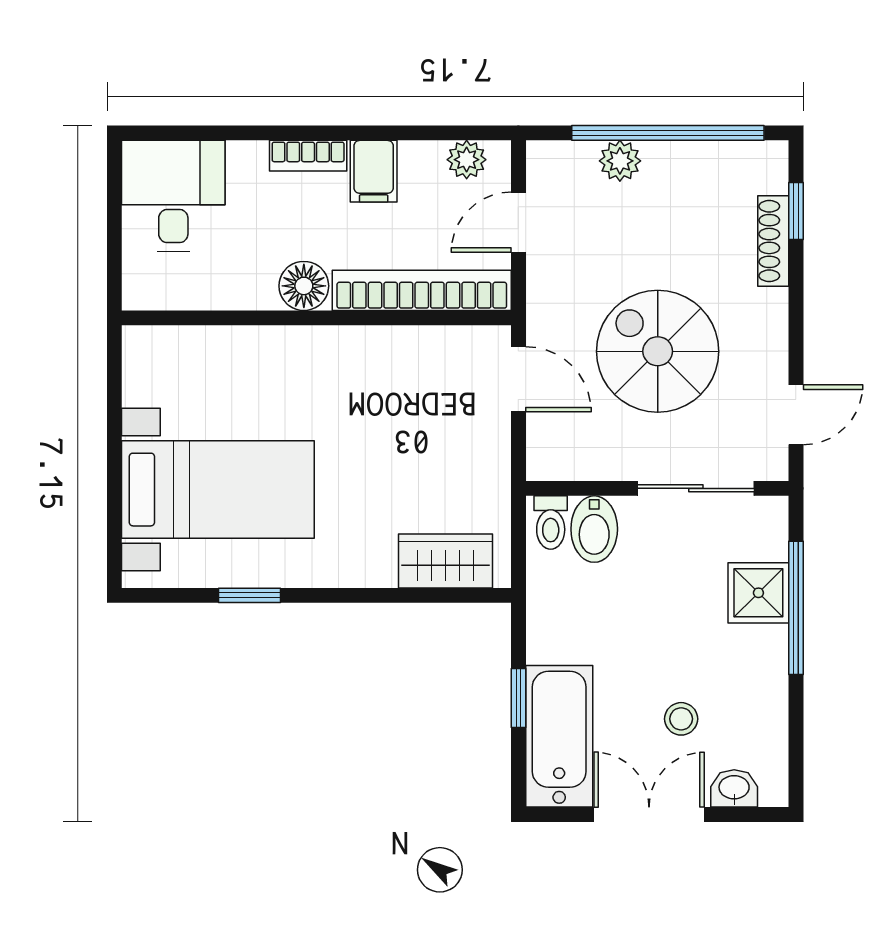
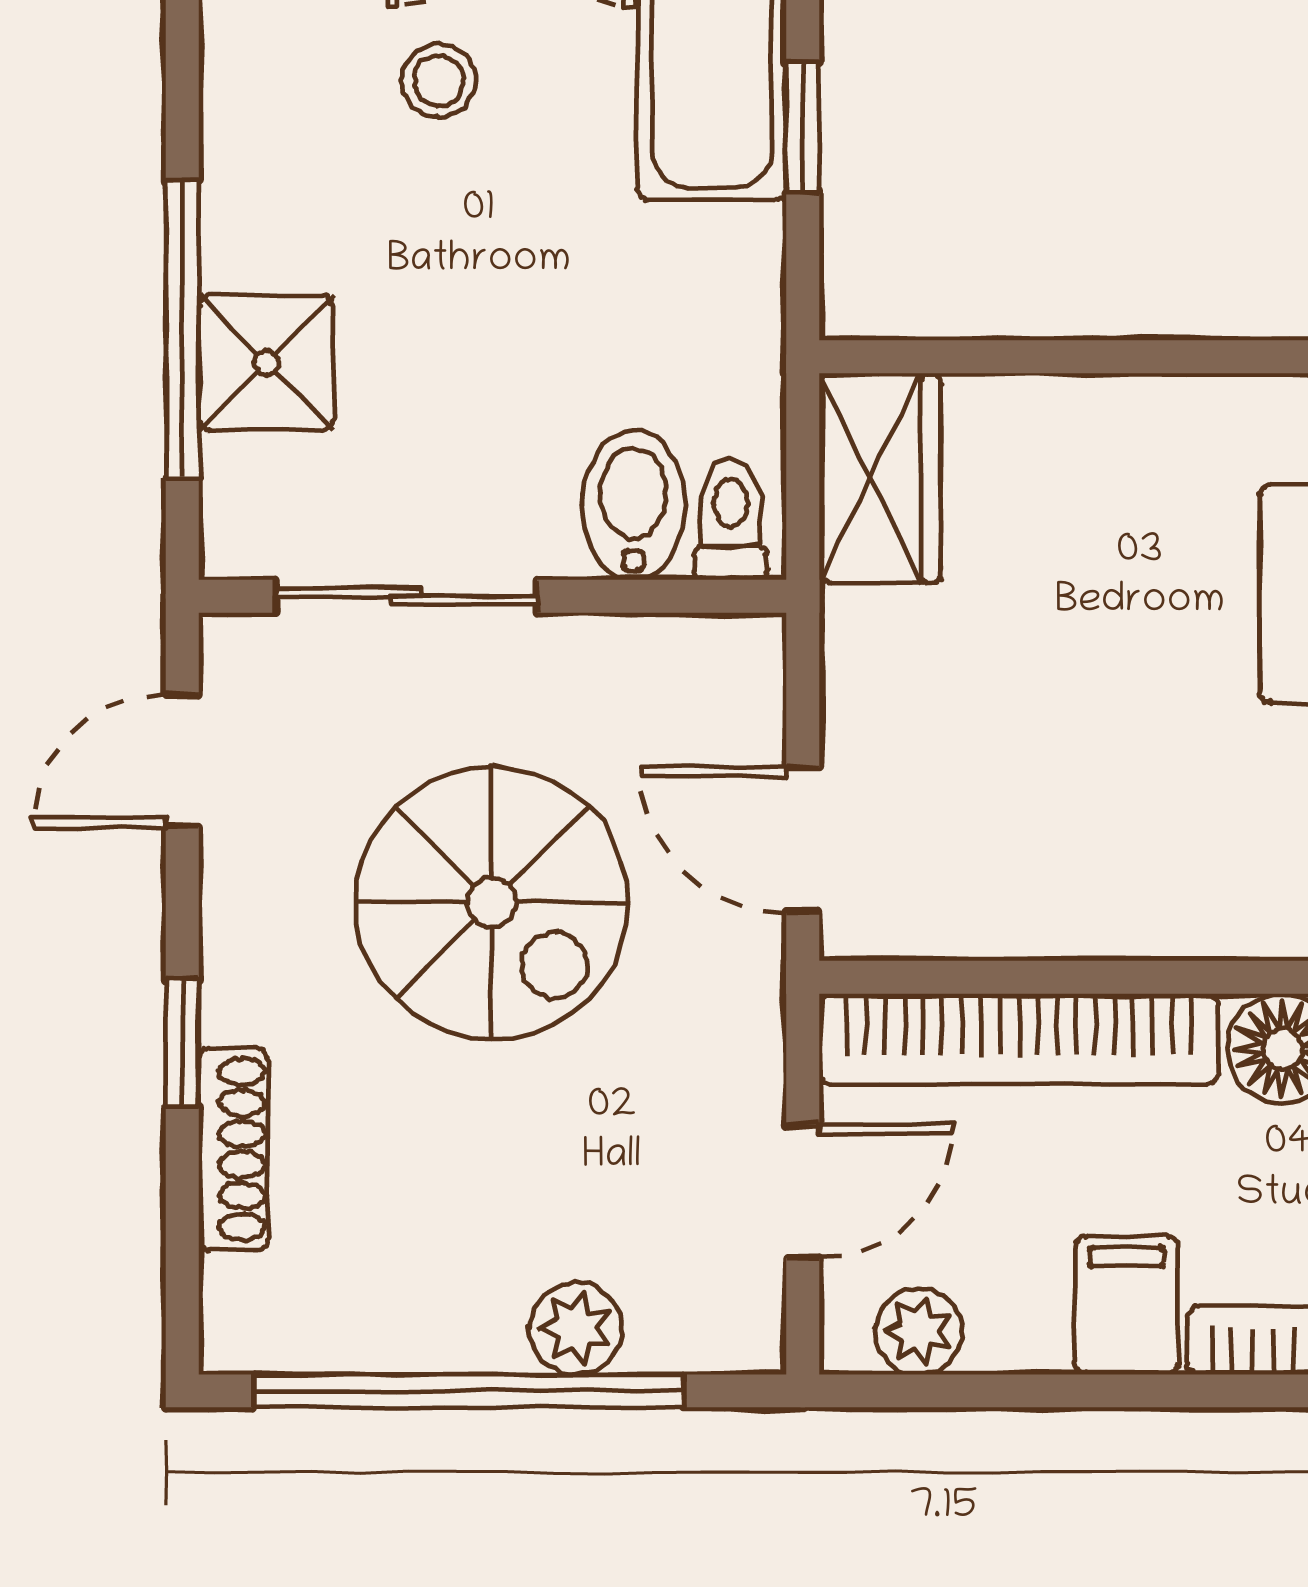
window: (796, 211) -> (182, 1043), moved
wardrobe: (446, 561) -> (880, 478), moved, turned -90

